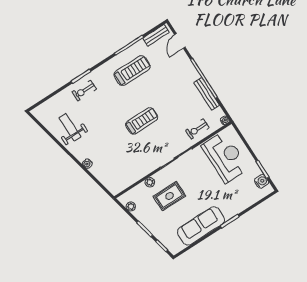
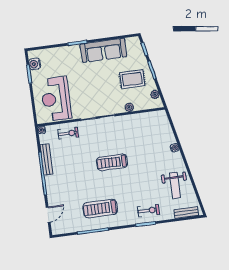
bench: (156, 35) -> (186, 213), moved
rug: (169, 196) -> (132, 79), moved

